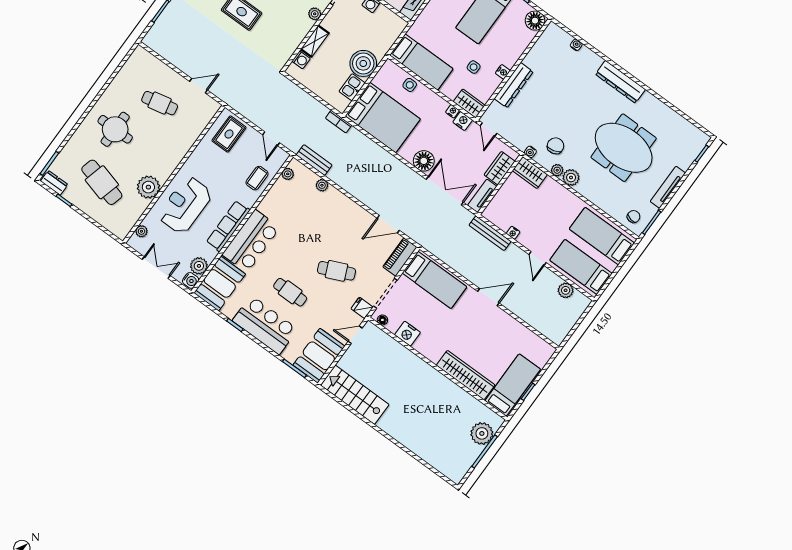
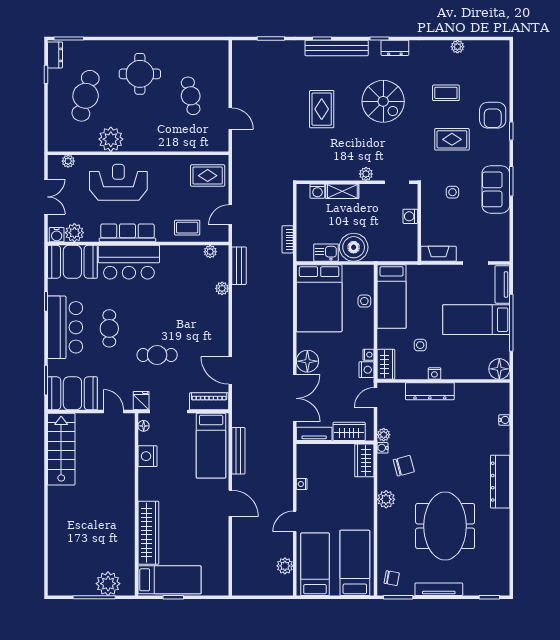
bookcase: (339, 122) -> (288, 239), moved
plant: (557, 170) -> (384, 435), moved
bench: (490, 233) -> (238, 451), moved
cafe table: (336, 271) -> (157, 355), turned -66

